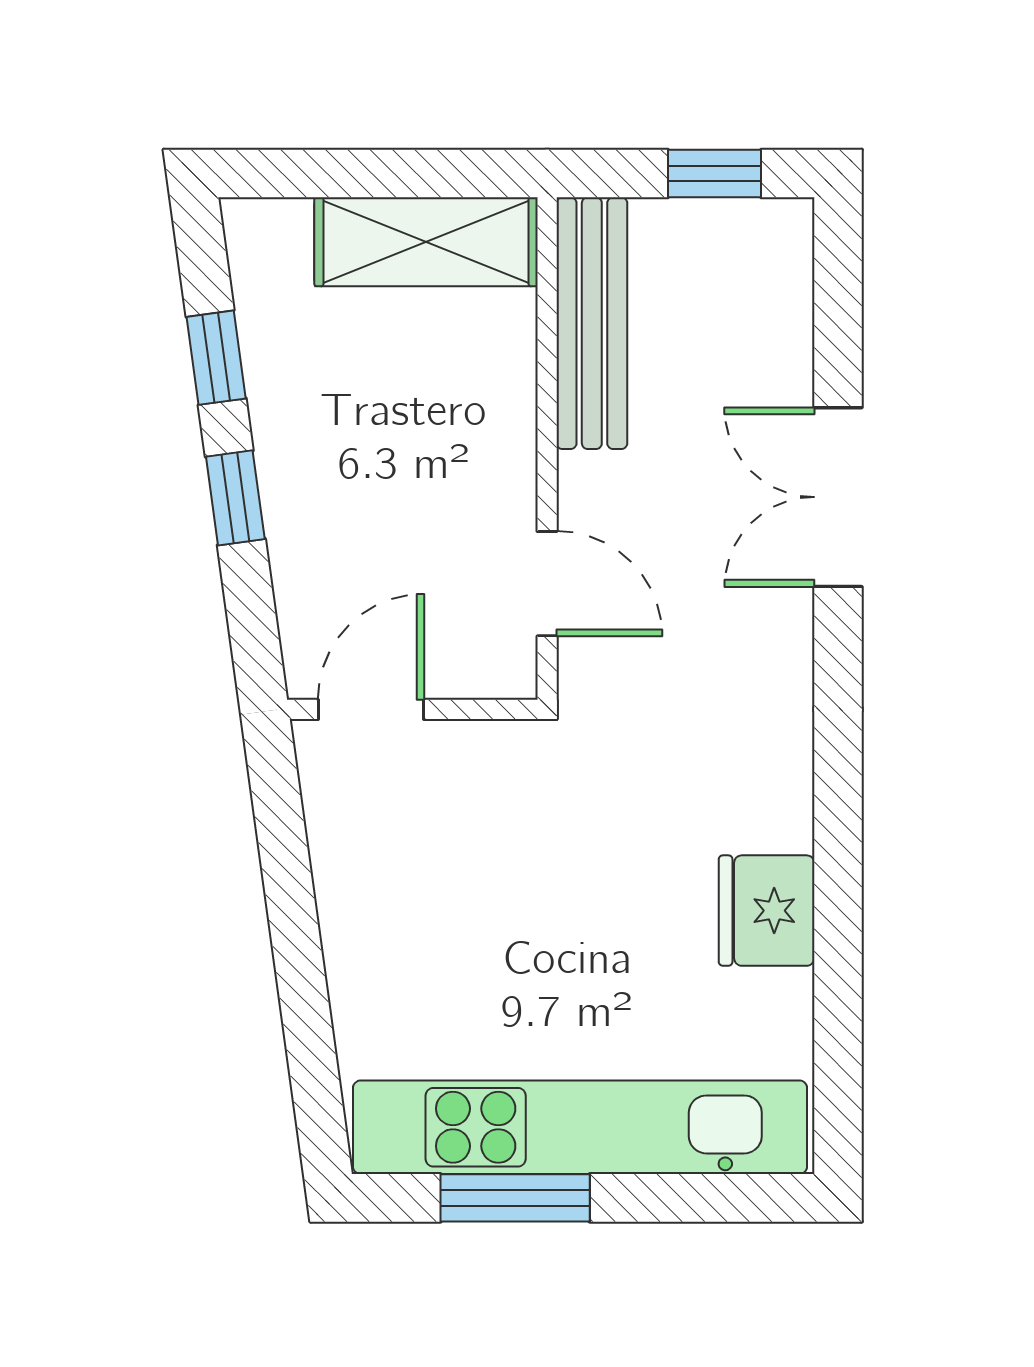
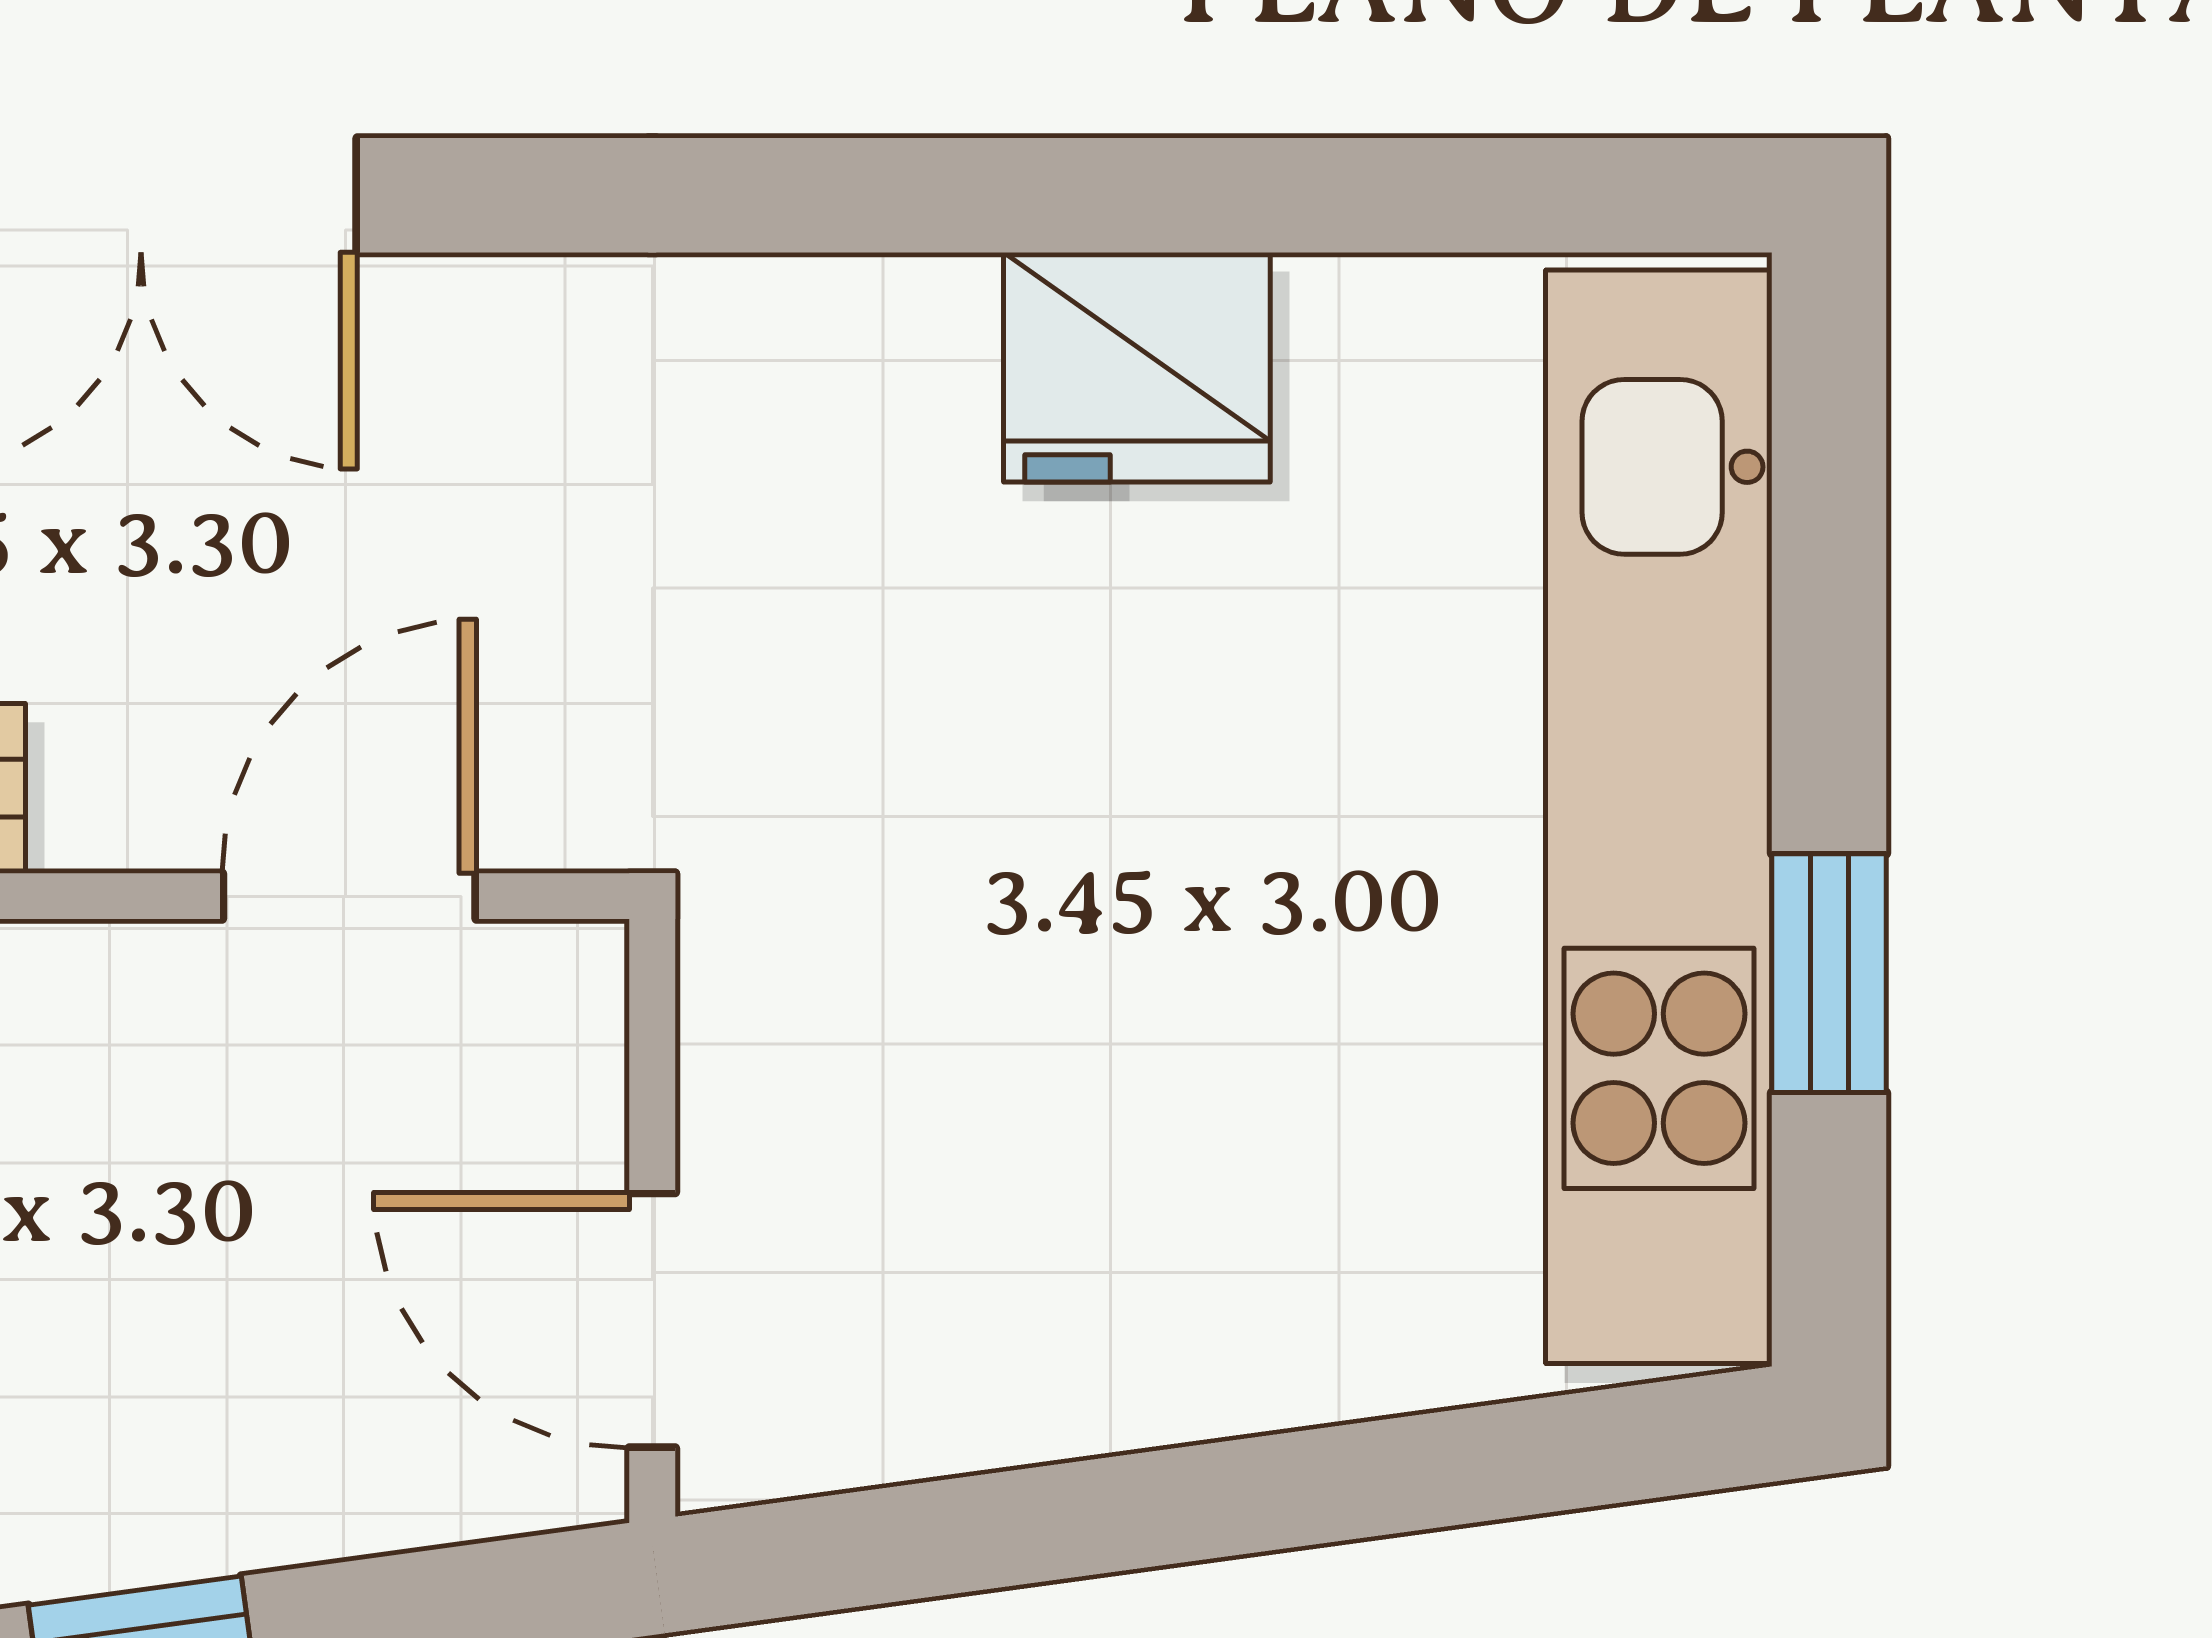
window: (515, 1198) -> (1829, 973), width x0.67

